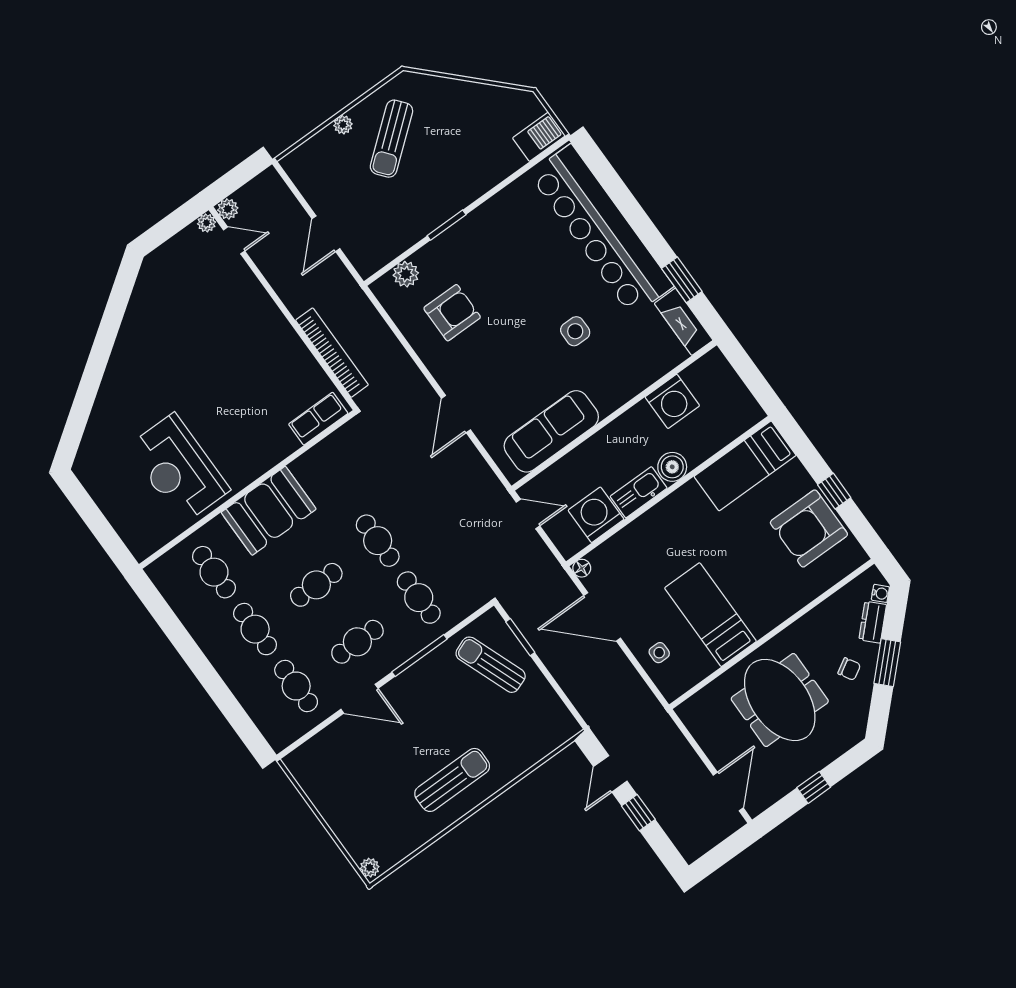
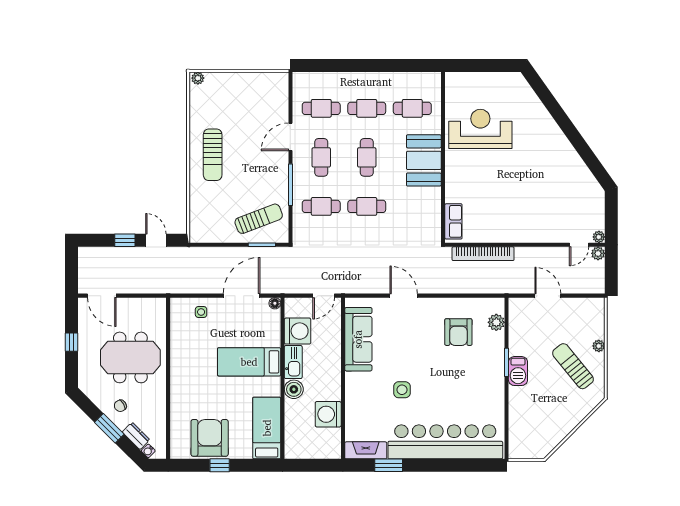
barbecue: (539, 137) -> (518, 371), moved
bed: (710, 615) -> (249, 362), moved, turned 180

